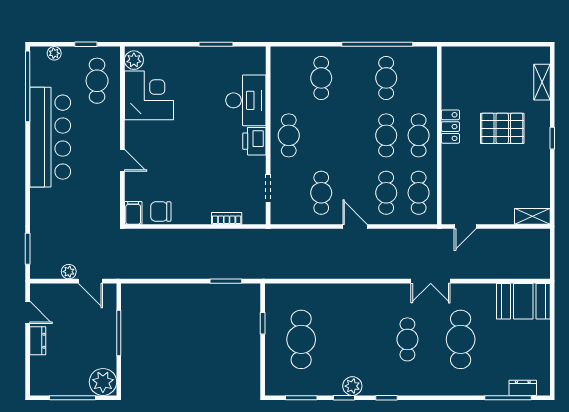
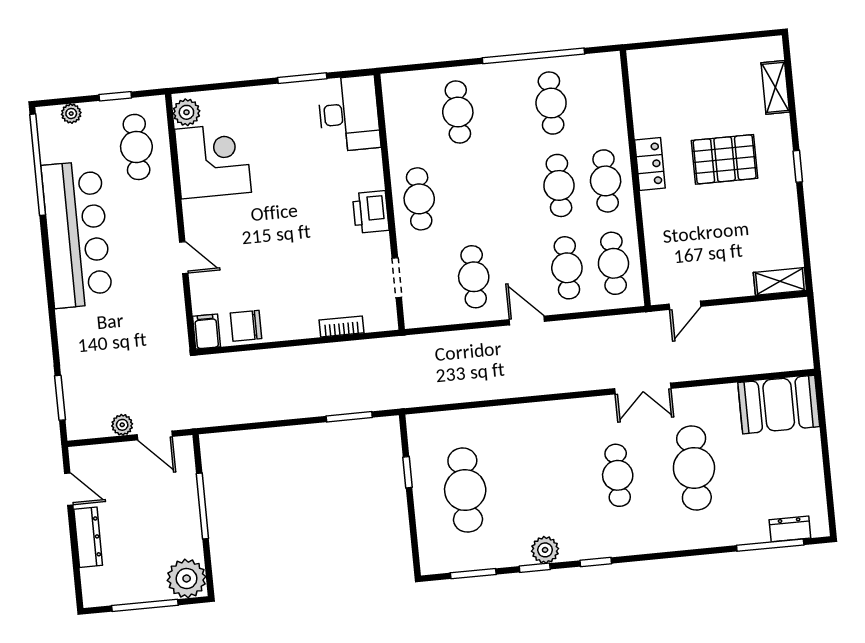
desk: (246, 100) -> (349, 114), moved
dresser: (38, 341) -> (88, 537), width x1.44

